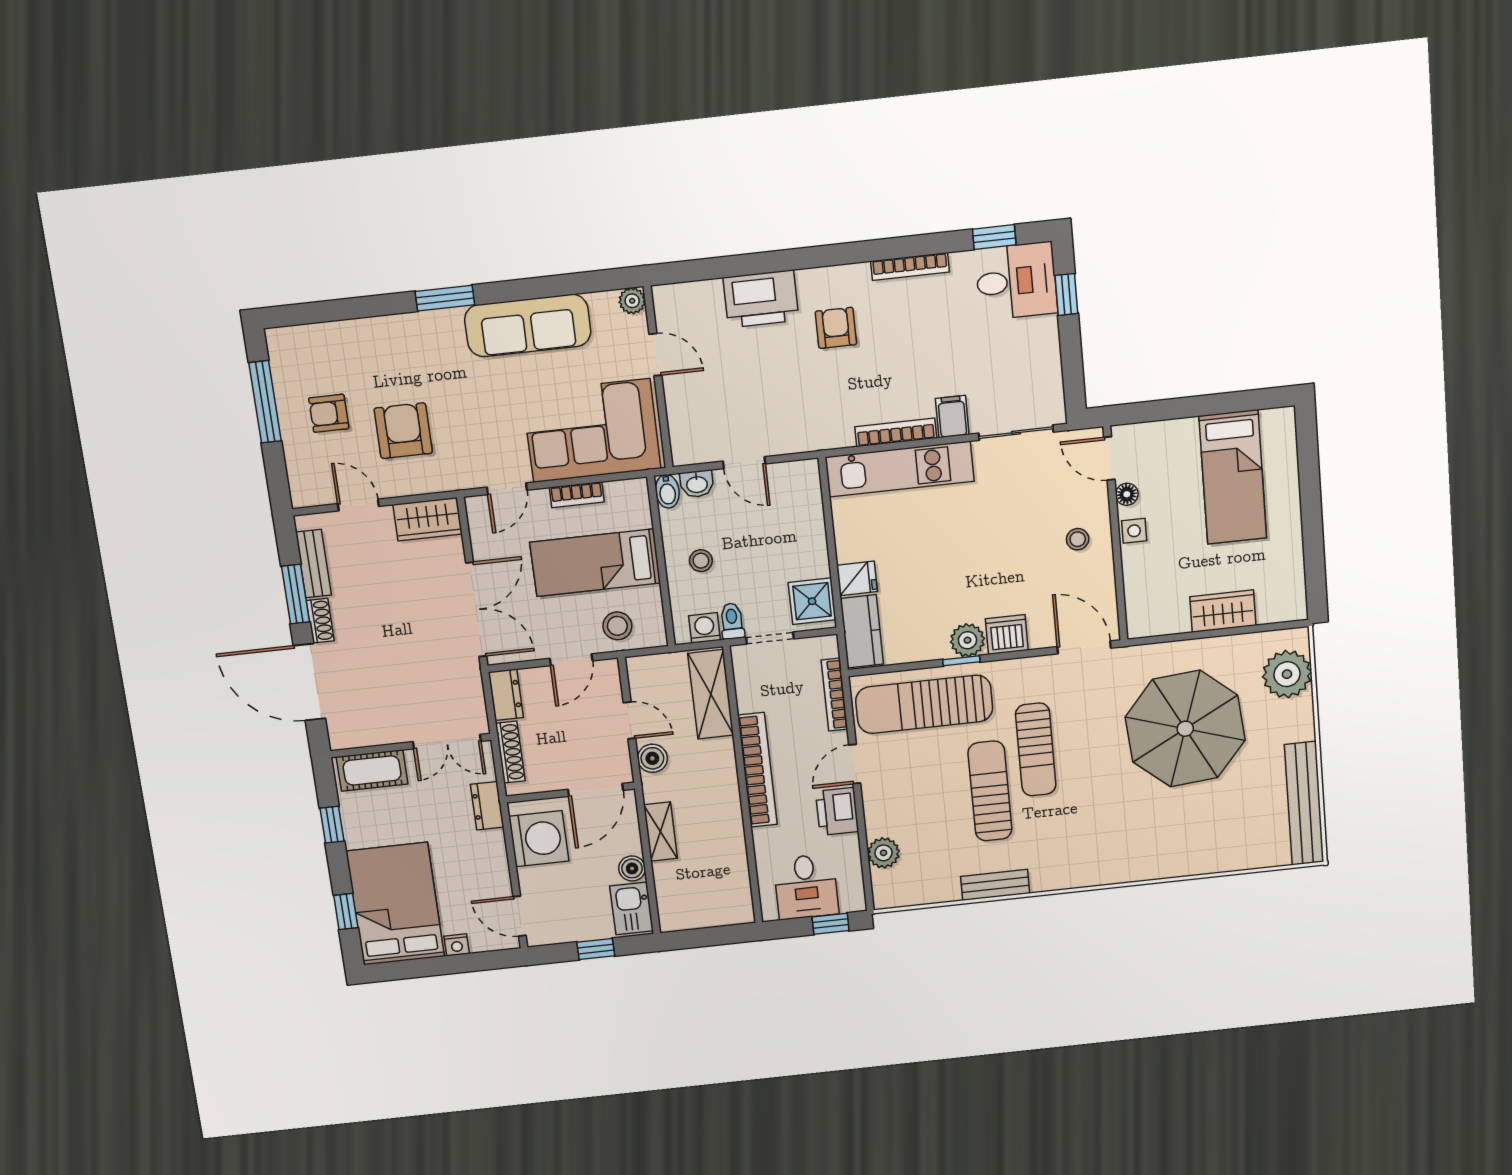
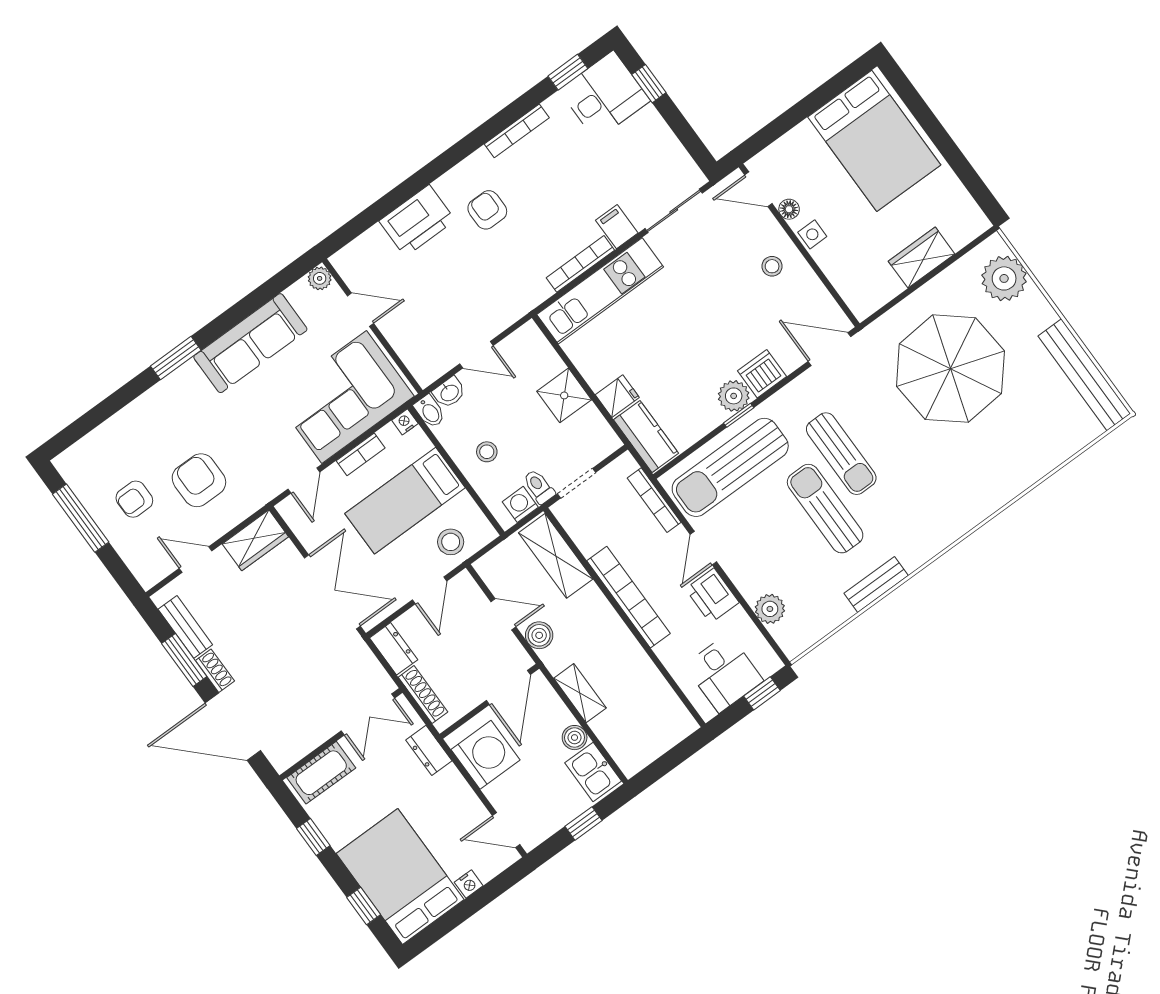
bed: (1233, 477) -> (874, 141), width x1.50
nightstand: (638, 488) -> (405, 422), added
shower: (812, 601) -> (564, 395), moved

